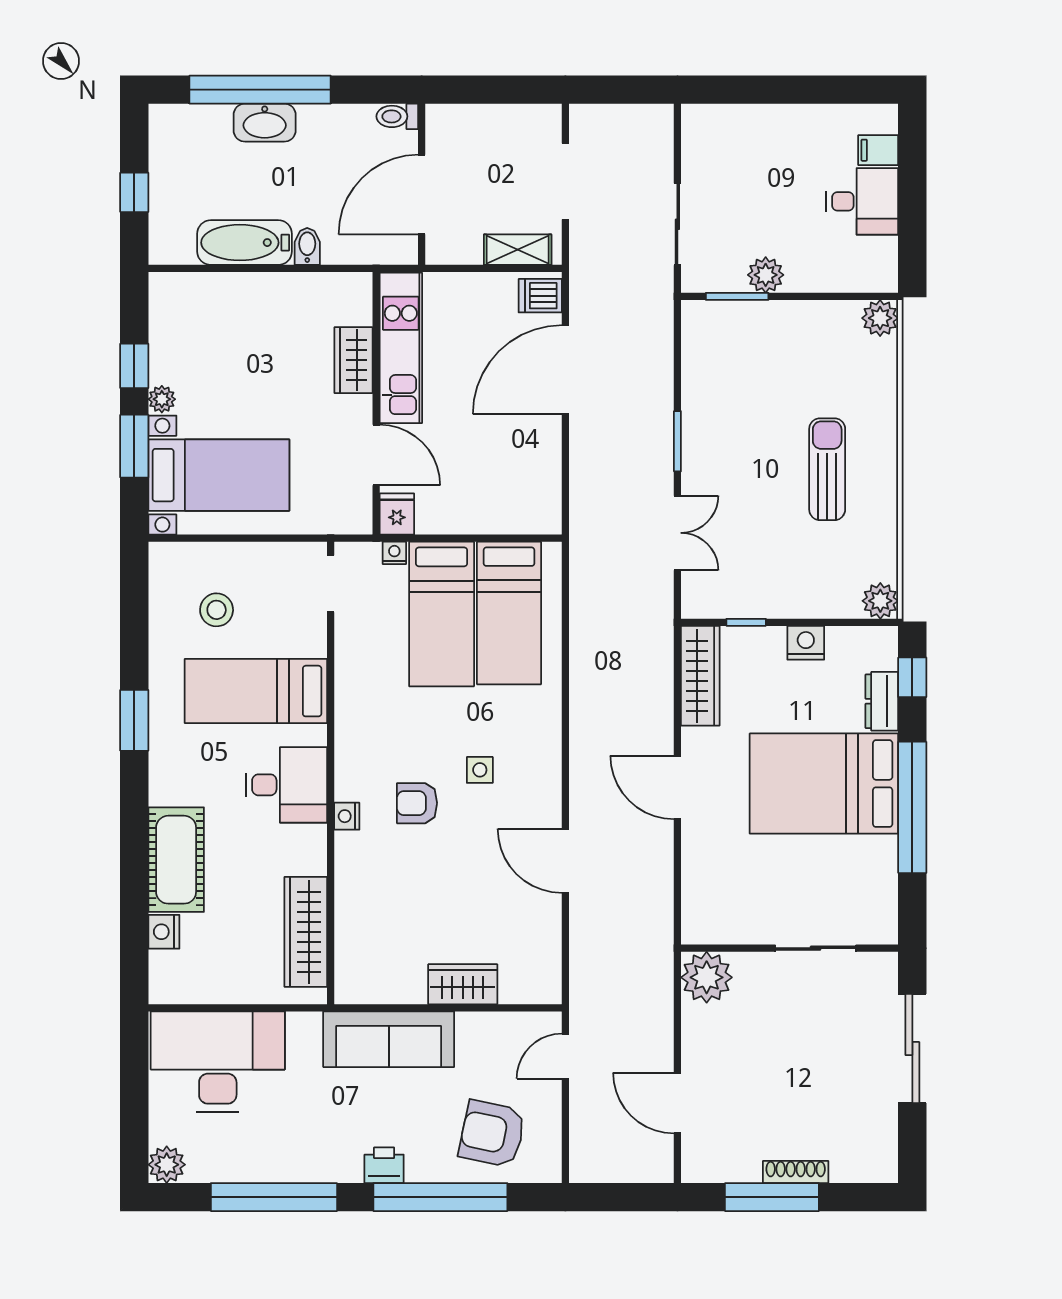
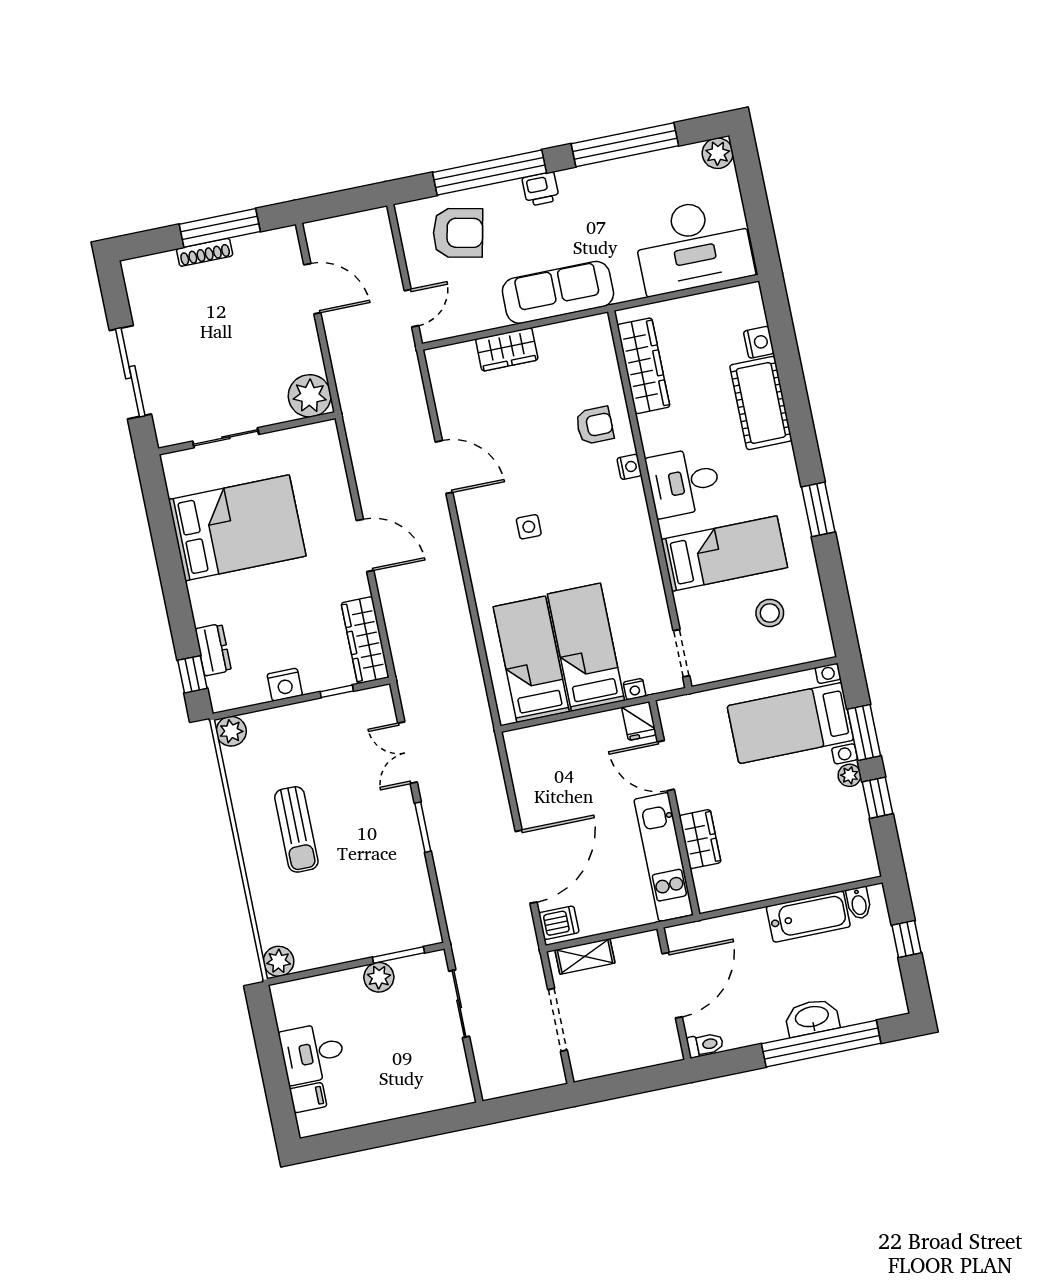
bidet: (307, 246) -> (859, 903), moved
bed: (824, 784) -> (237, 528), moved
armchair: (417, 803) -> (595, 425), moved
window: (912, 807) -> (171, 568), removed

